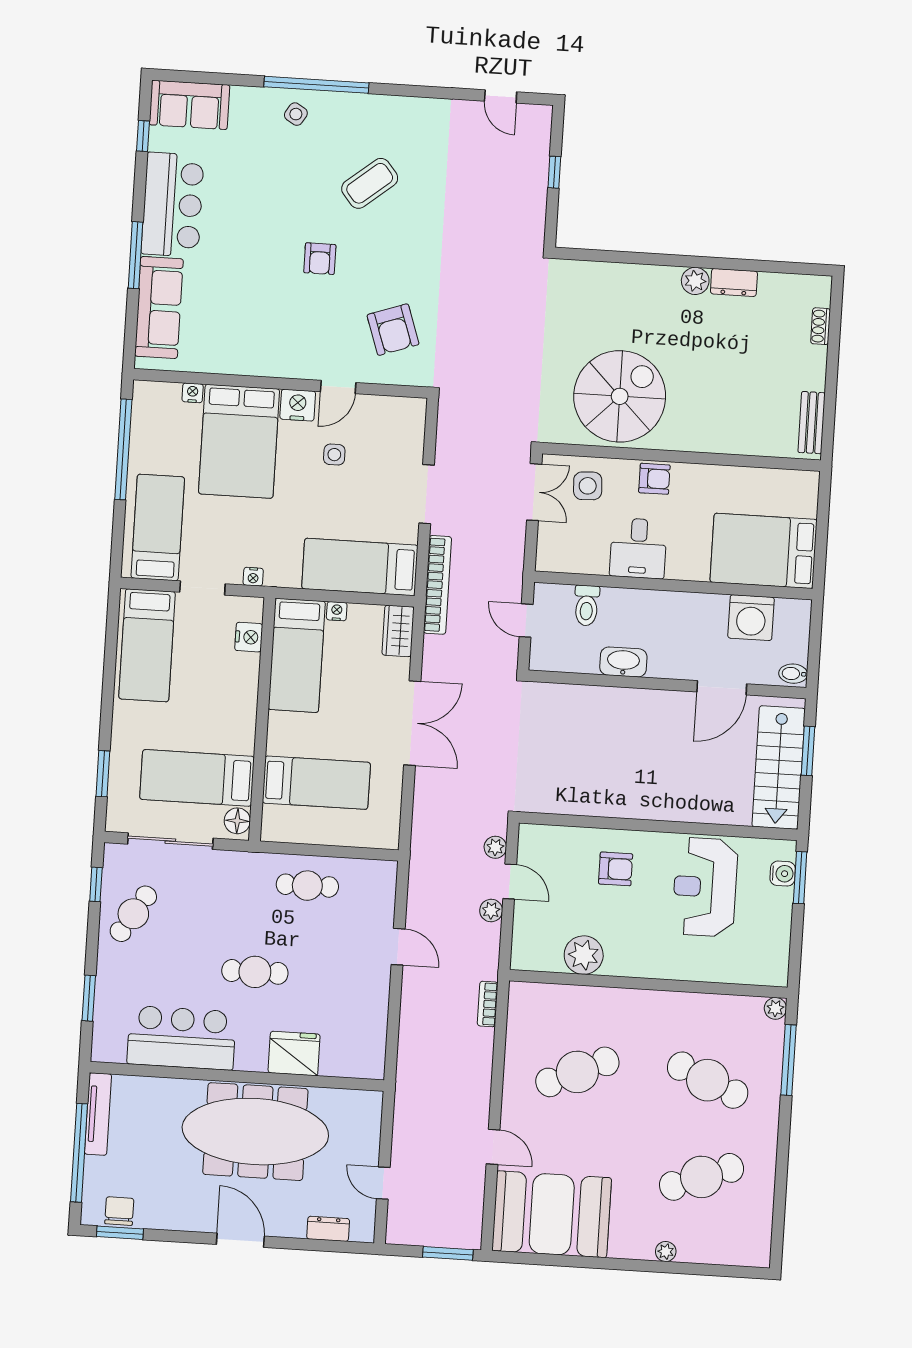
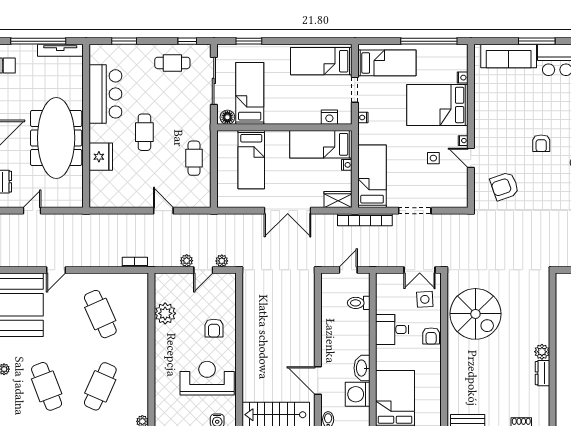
armchair: (320, 259) -> (541, 143), turned -90
nightstand: (298, 405) -> (463, 141), width x0.53, depth x0.56
washbasin: (623, 662) -> (362, 368), moved, turned 180
cafe table: (133, 914) -> (172, 63), turned -32
door: (398, 947) -> (163, 211), swing flipped

